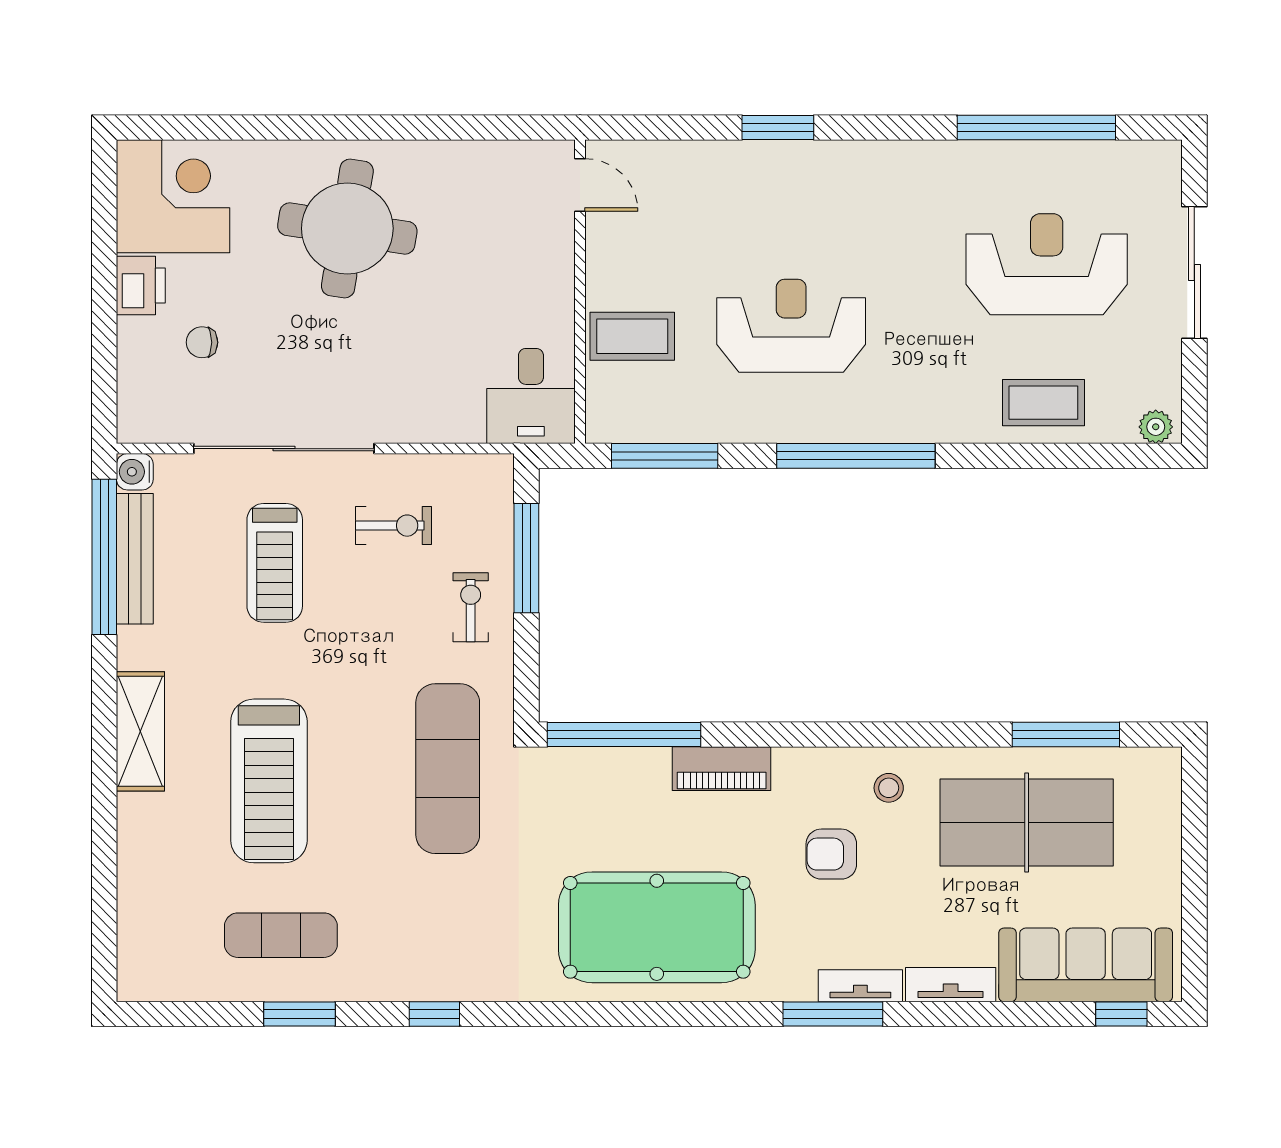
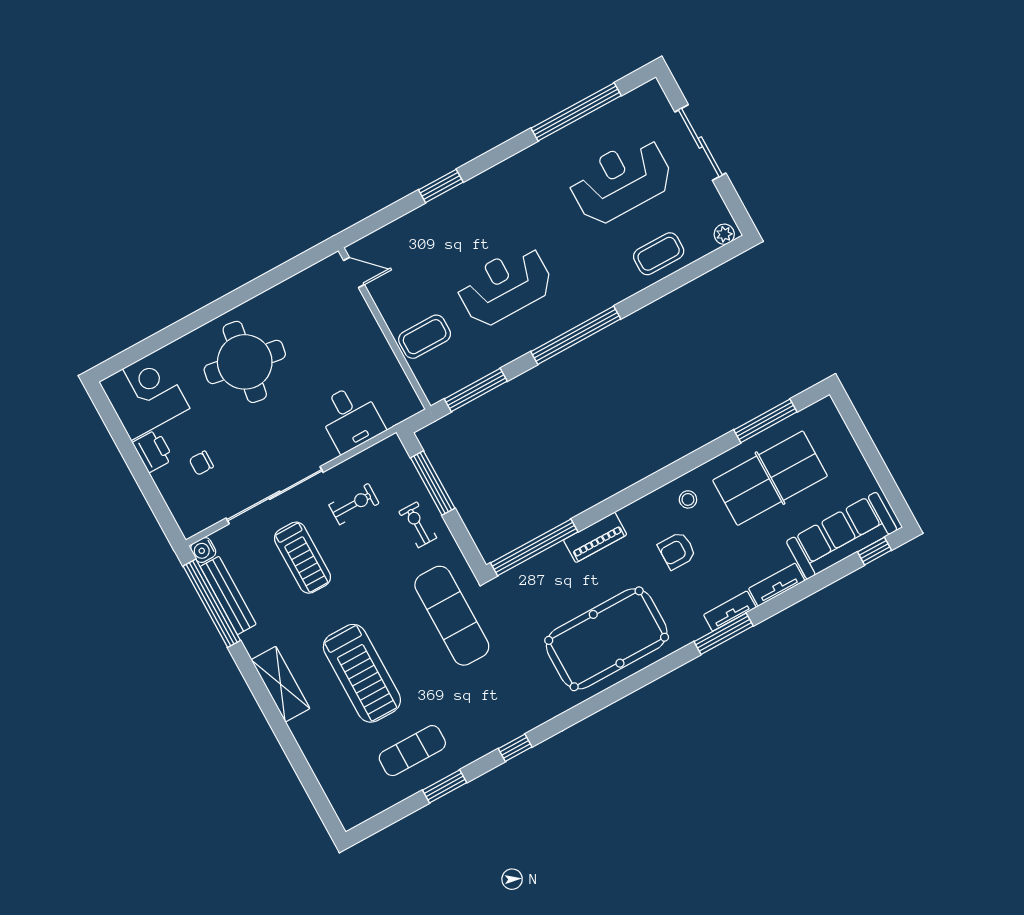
desk: (531, 396) -> (351, 418), moved

